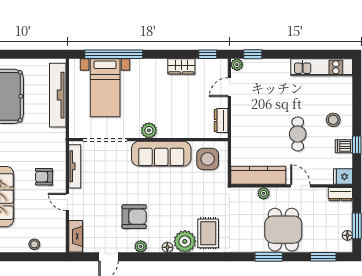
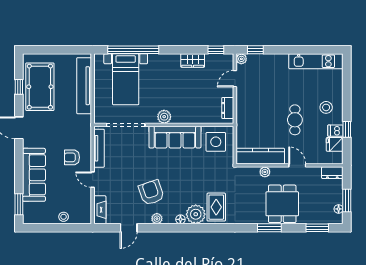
fridge: (343, 177) -> (335, 144), moved
armchair: (134, 217) -> (151, 192), turned -109

